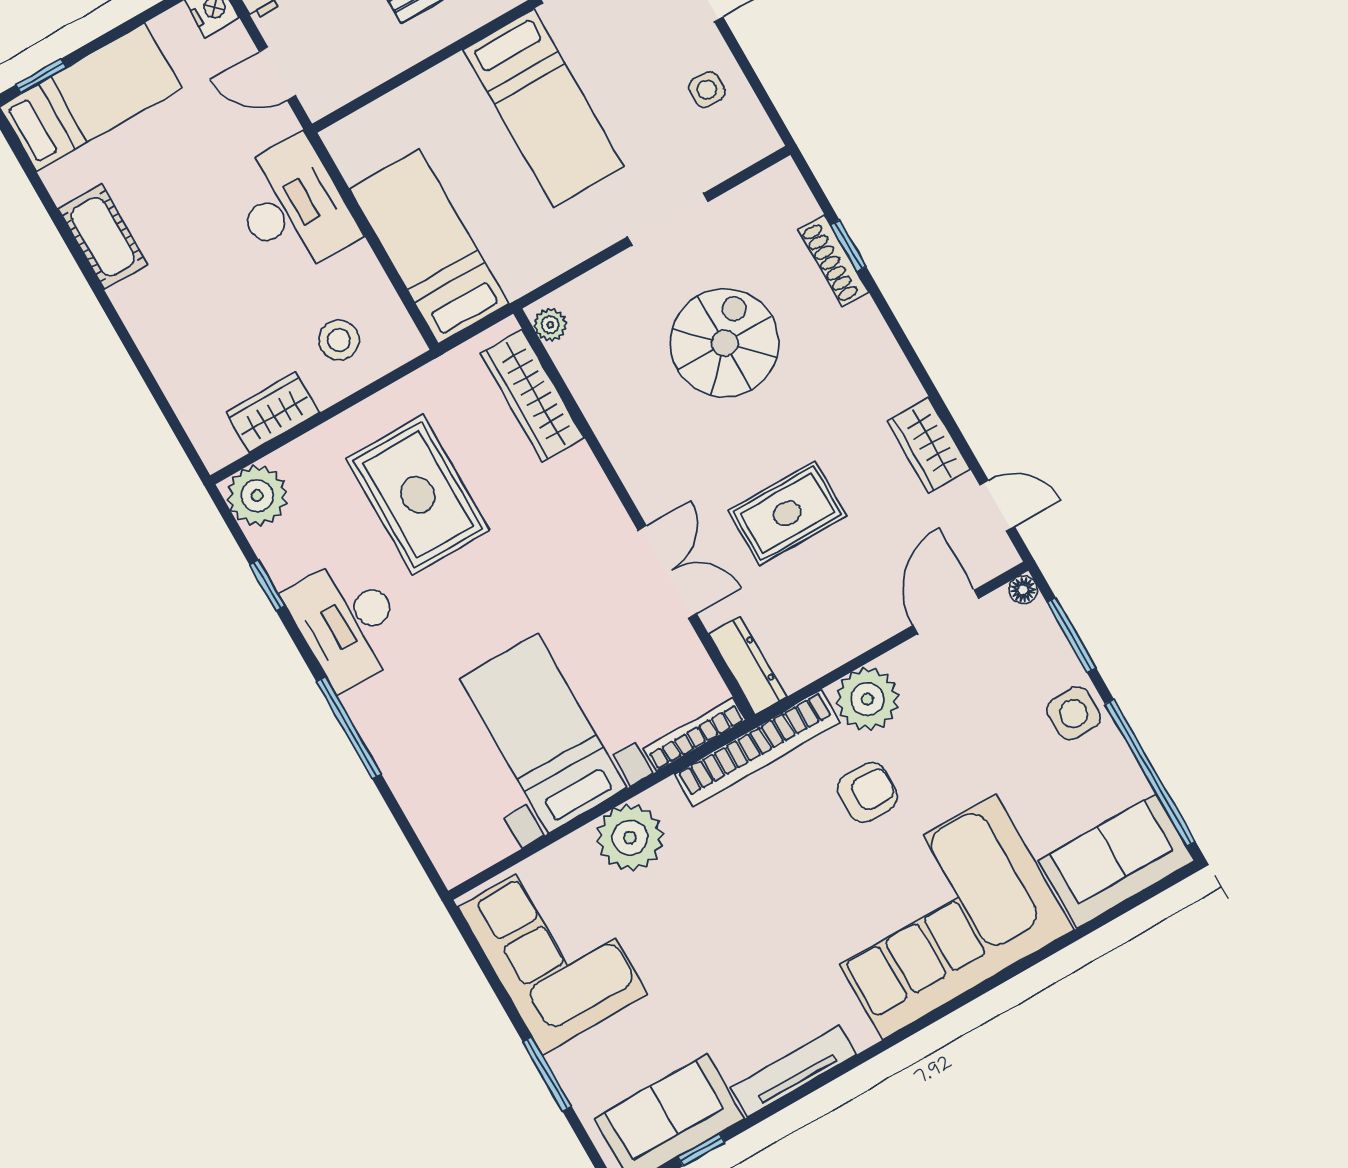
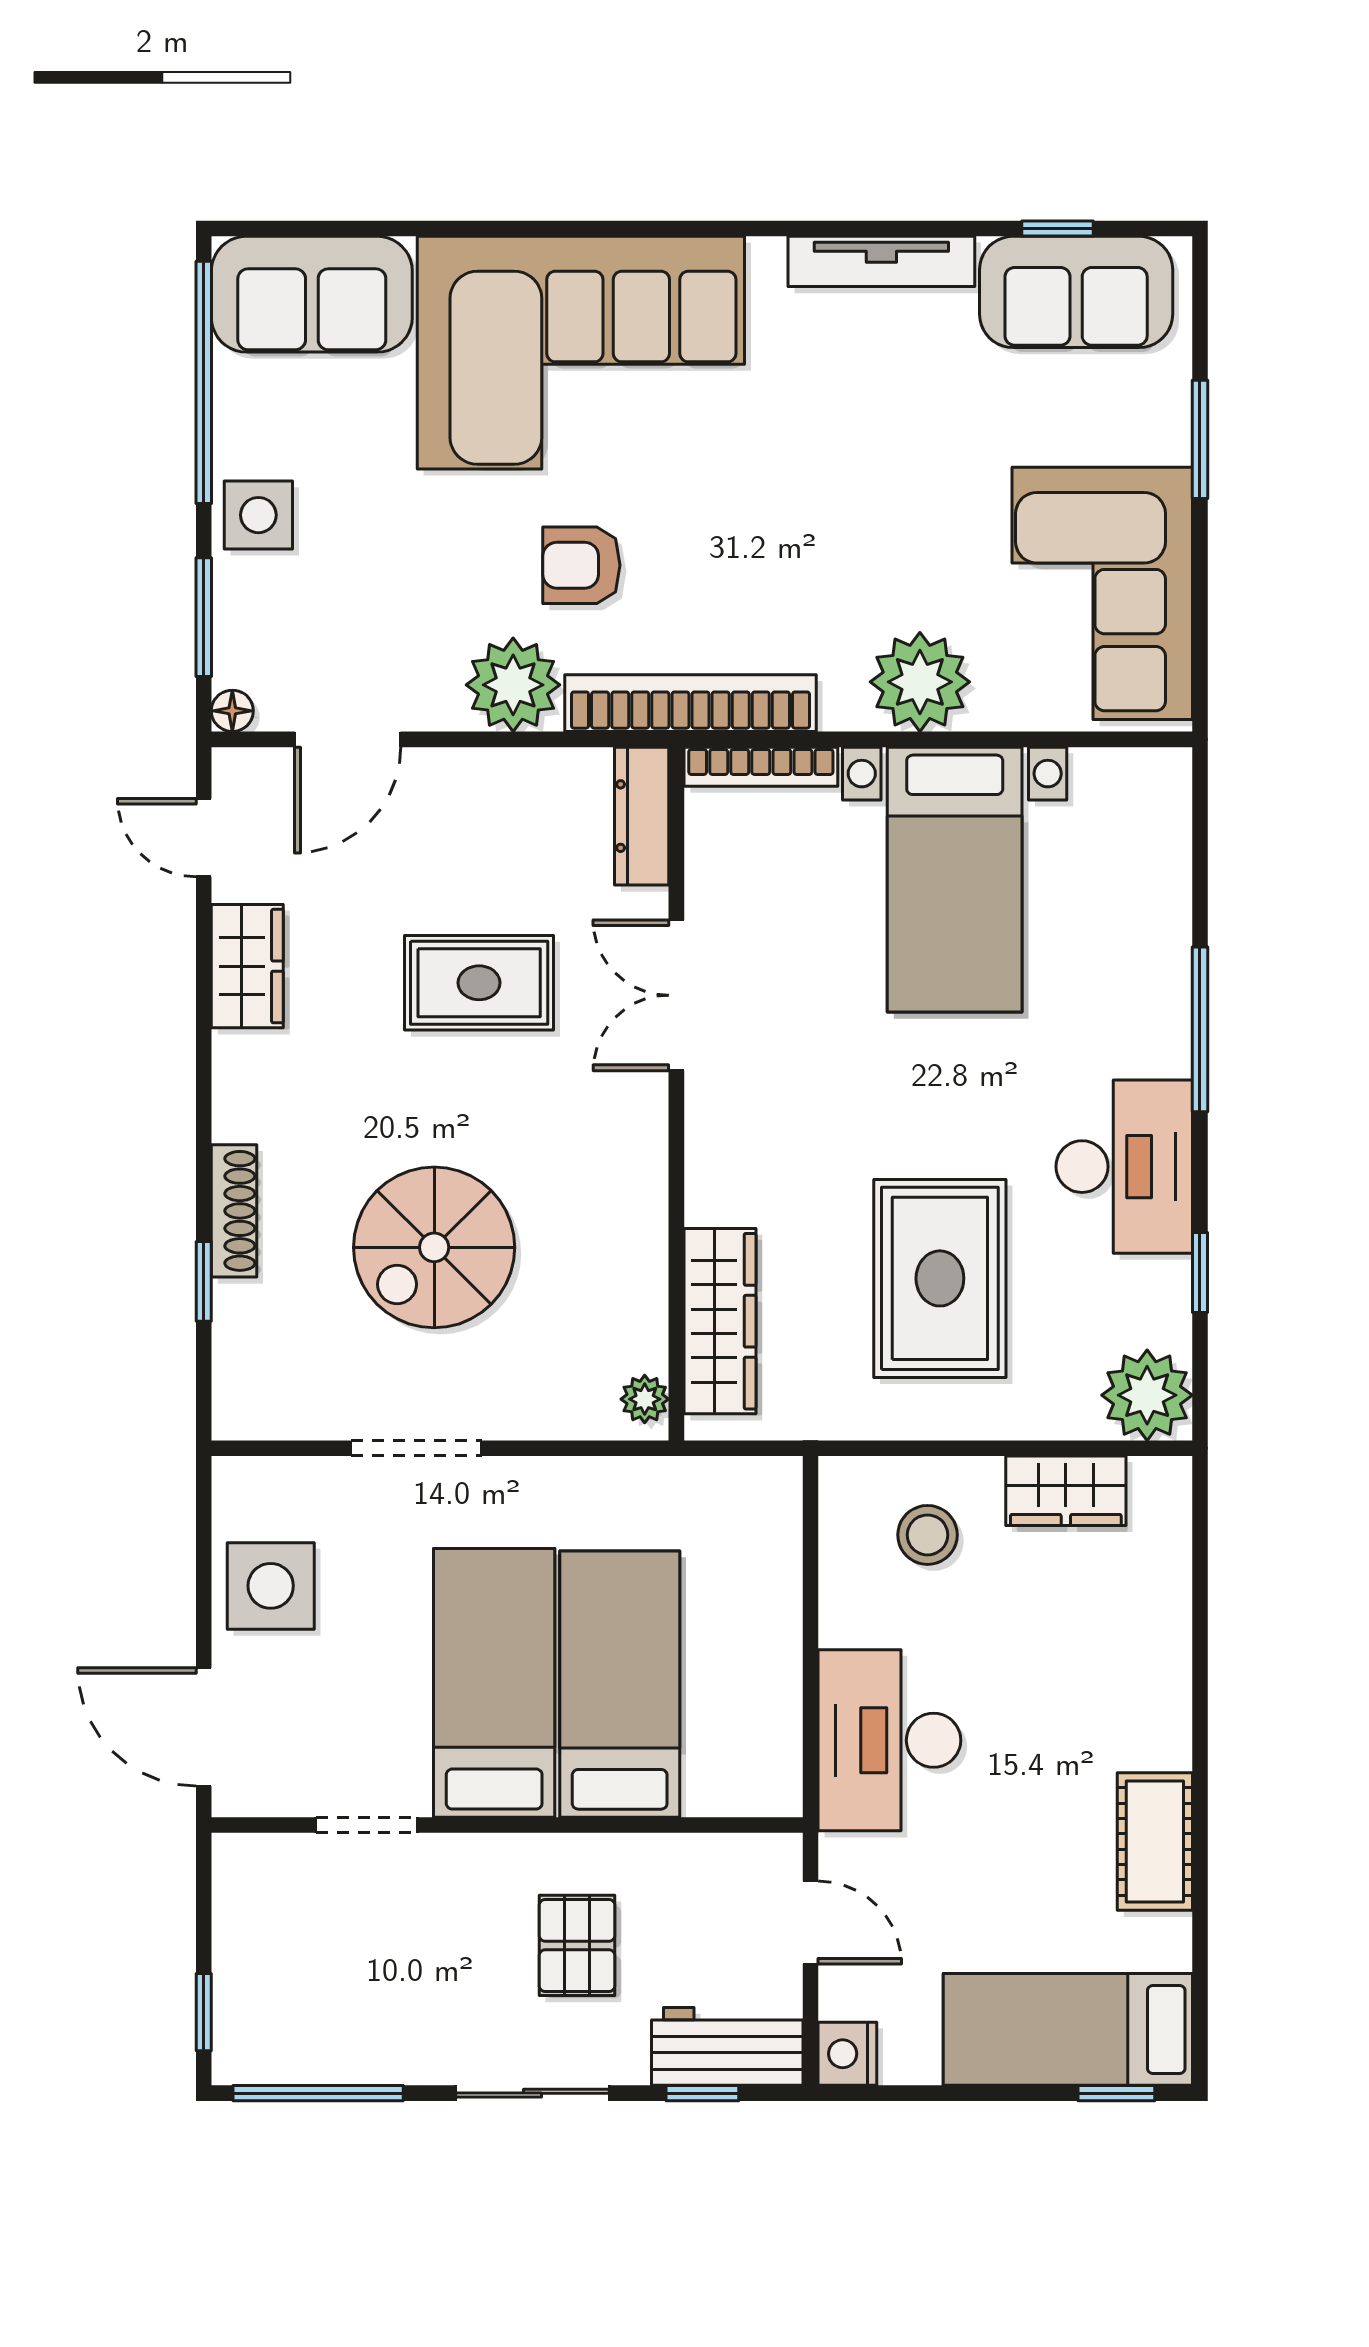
side table: (707, 90) -> (271, 1586), width x1.87, depth x1.87
bed: (429, 246) -> (620, 1684), moved, turned 180
shoe rack: (833, 261) -> (234, 1211), moved

